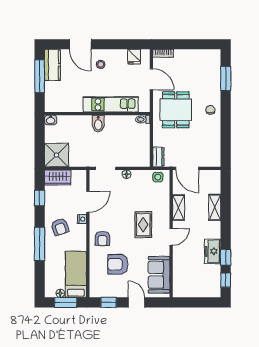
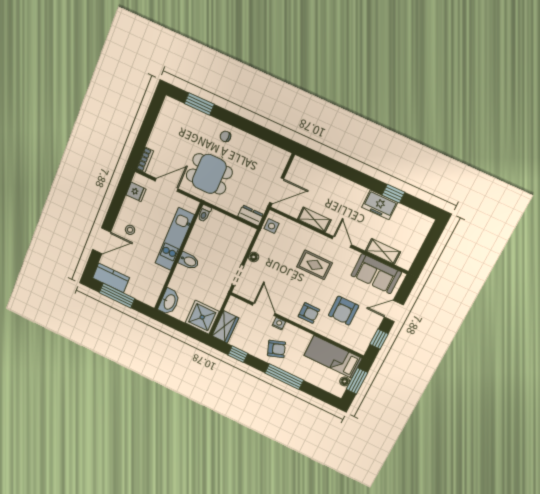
washbasin: (51, 120) -> (169, 302), width x1.91, depth x1.45
shelving: (215, 207) -> (383, 251), moved
window: (226, 280) -> (419, 205), removed

